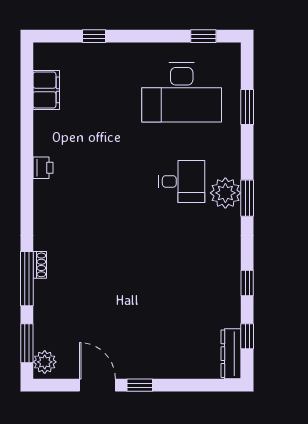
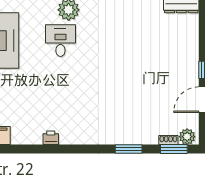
shoe rack: (40, 265) -> (168, 140), moved
window: (27, 279) -> (129, 149), width x0.69

